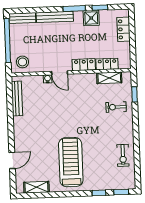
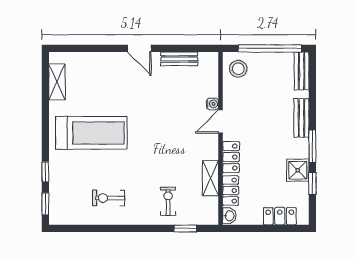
bench: (55, 17) -> (301, 118), width x0.73
washbasin: (125, 64) -> (229, 216), added
shelving: (109, 78) -> (211, 178), moved
bench: (17, 98) -> (179, 59), width x0.73
exercise bike: (123, 155) -> (109, 198), moved
door: (12, 160) -> (139, 48), moved

